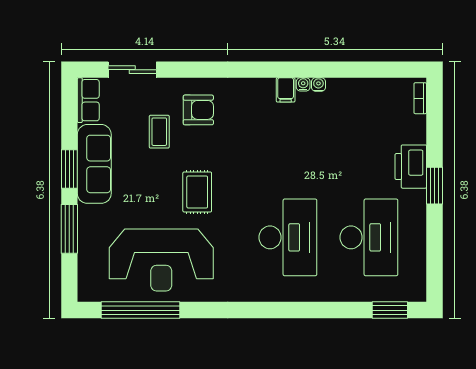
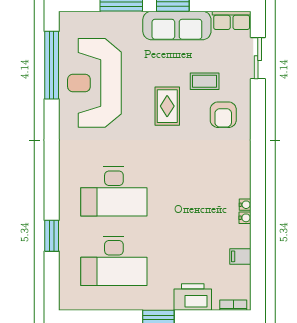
filing cabinet: (286, 90) -> (240, 256), moved
printer: (411, 167) -> (193, 297), moved
rug: (197, 192) -> (167, 106), moved, turned 90
window: (390, 310) -> (52, 236), moved

